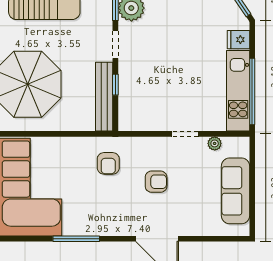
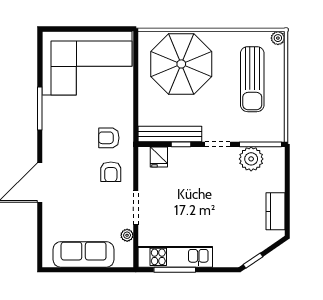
fridge: (238, 40) -> (159, 157), moved, turned 180
window: (252, 91) -> (175, 270), width x0.68
doorway: (185, 134) -> (136, 208), width x1.38
armchair: (156, 182) -> (111, 172), moved

